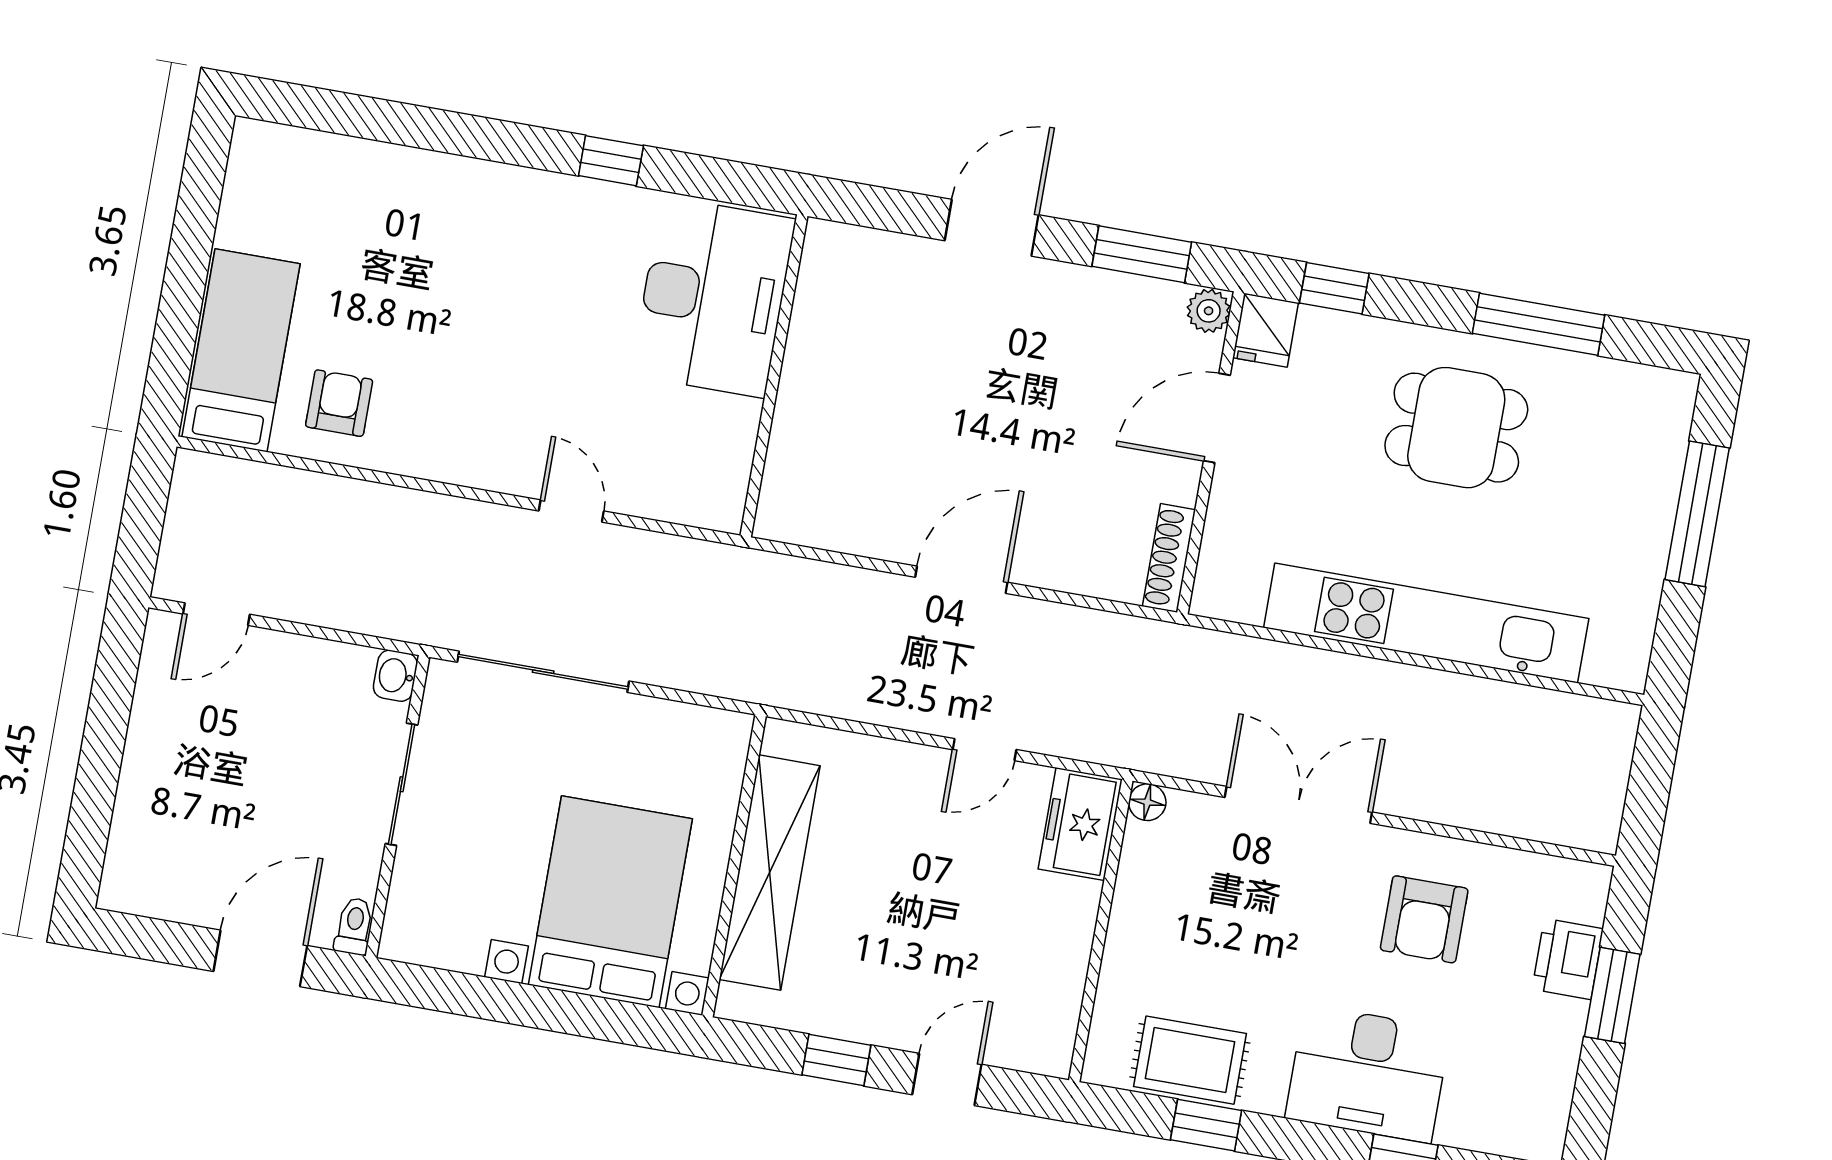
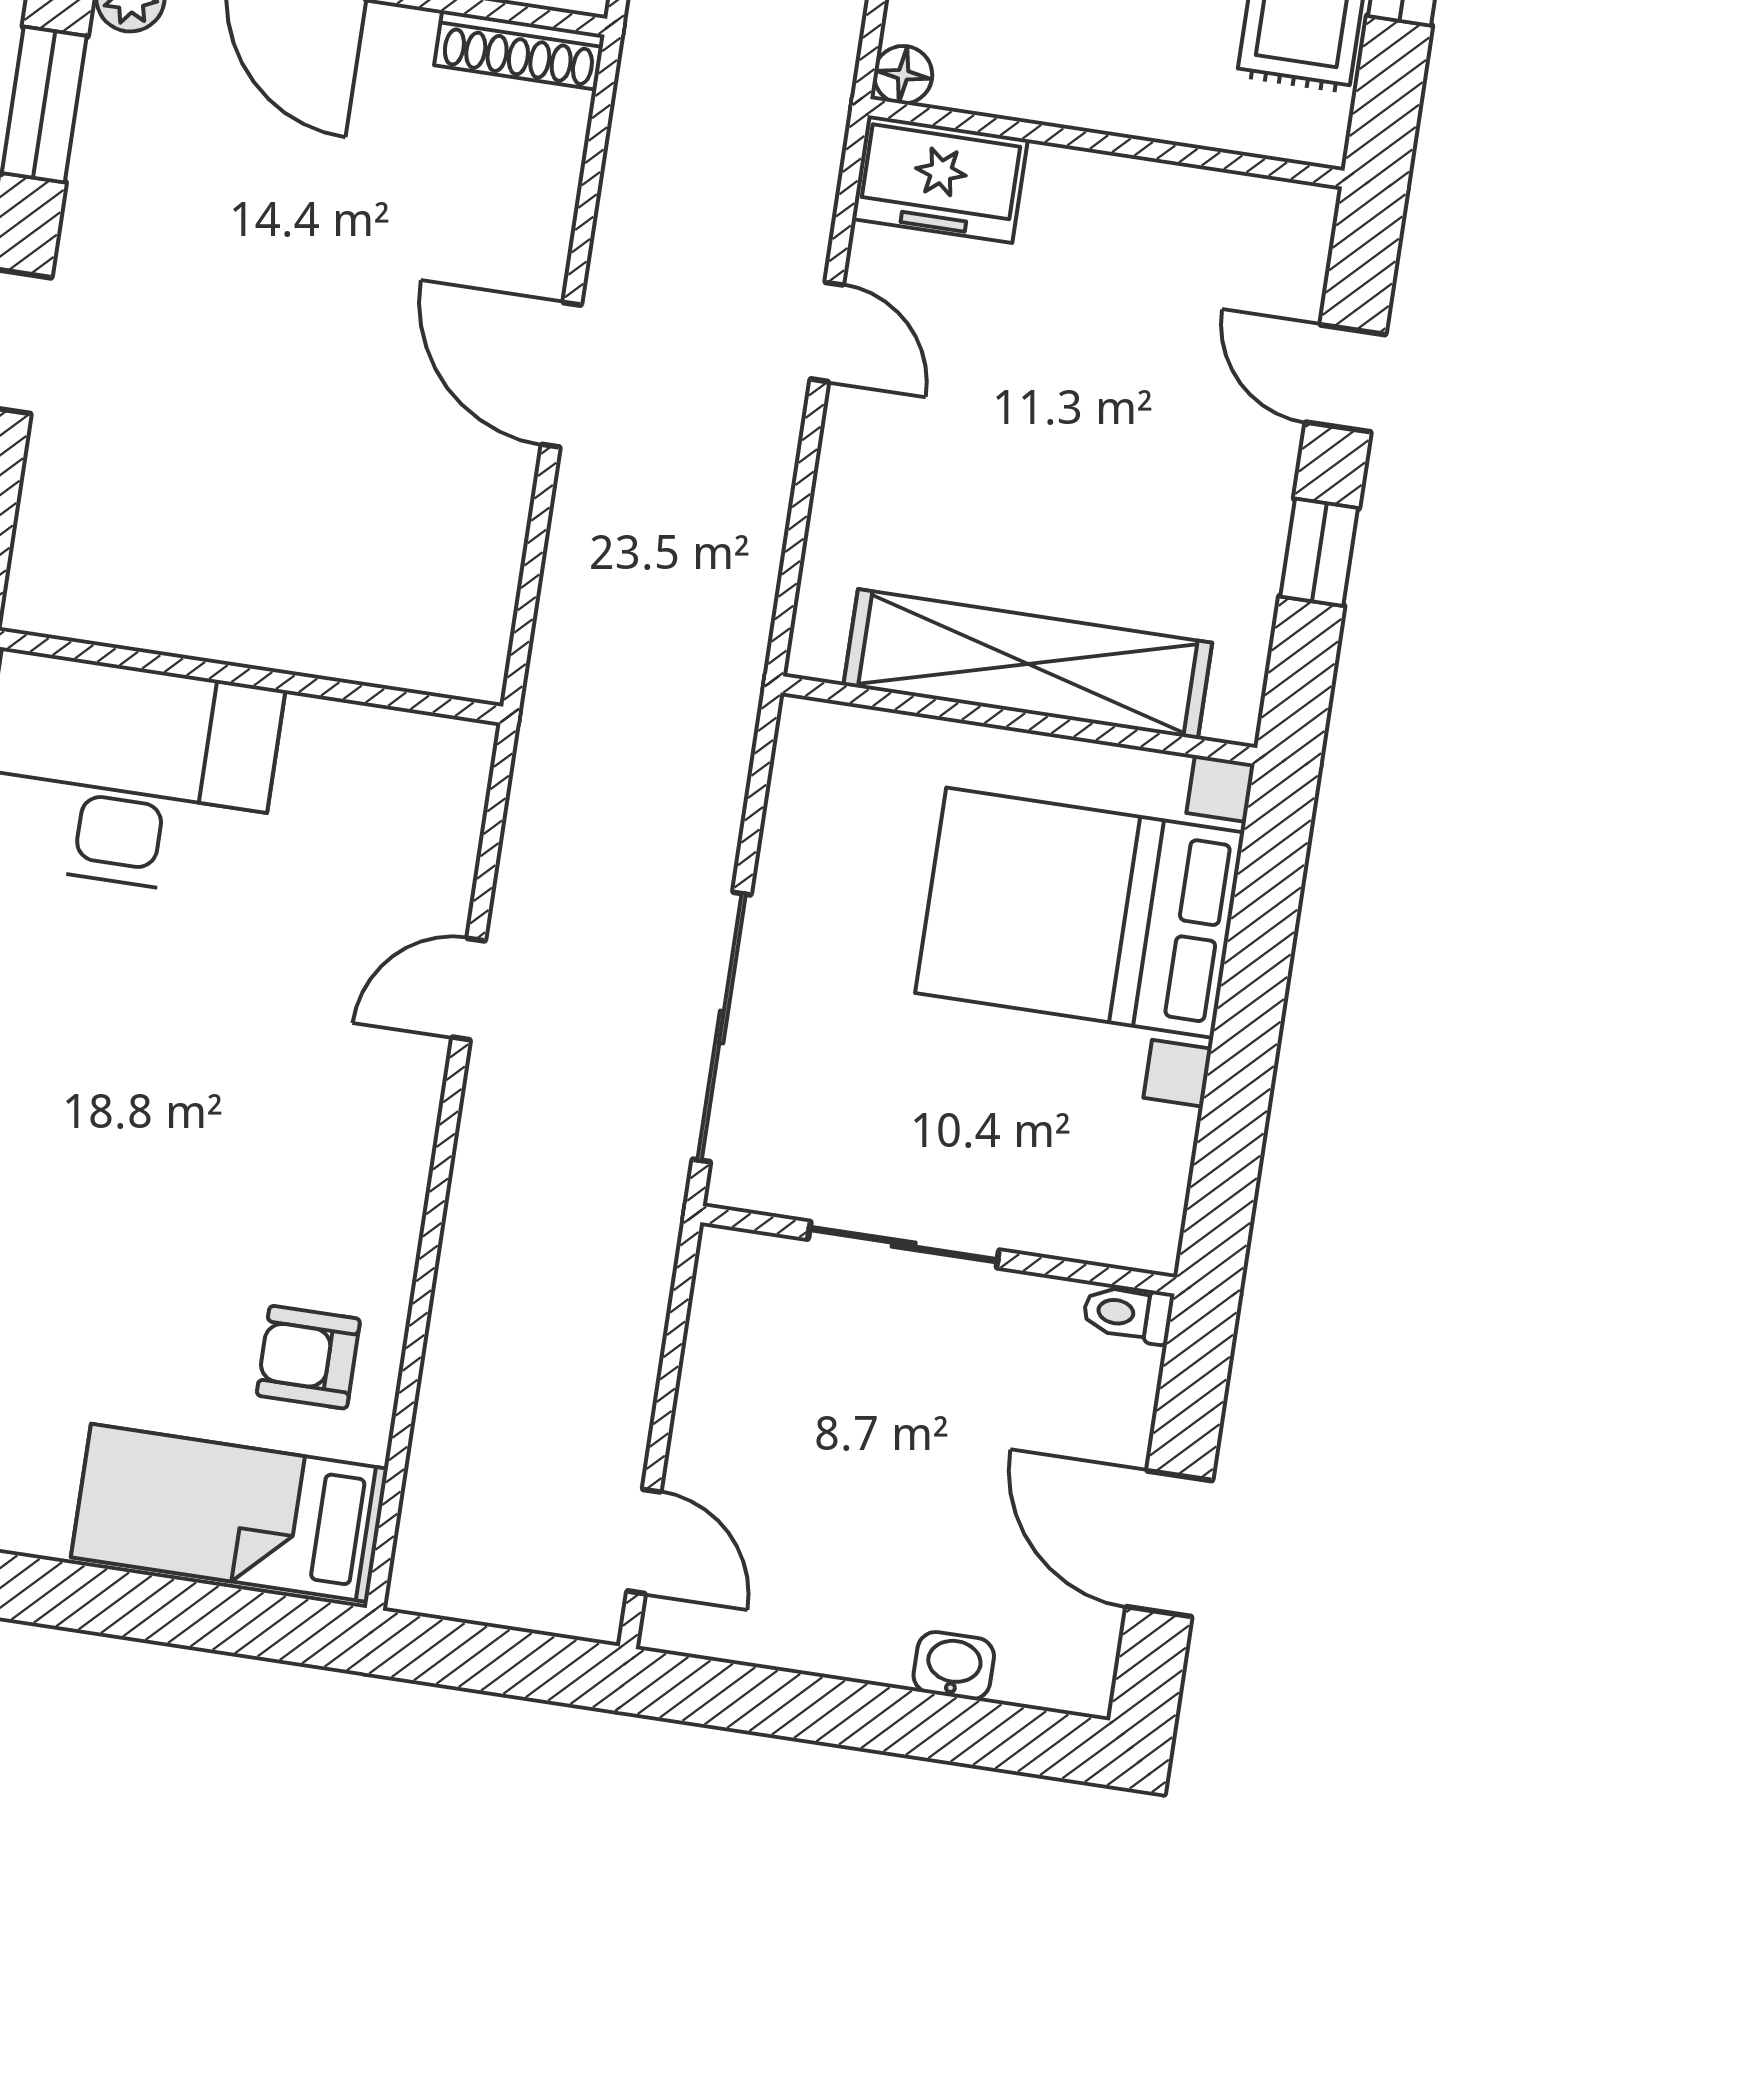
washbasin: (395, 676) -> (954, 1666), moved, turned 180
door: (260, 958) -> (1169, 1544), moved

